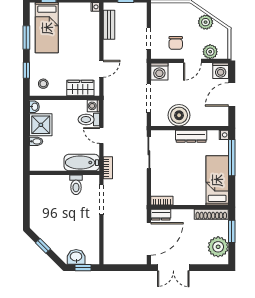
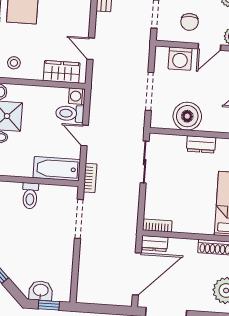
door: (101, 69) -> (91, 49), swing flipped
washing machine: (159, 72) -> (180, 59), moved
dresser: (191, 136) -> (201, 144), width x0.70
toilet: (76, 185) -> (30, 196), moved

